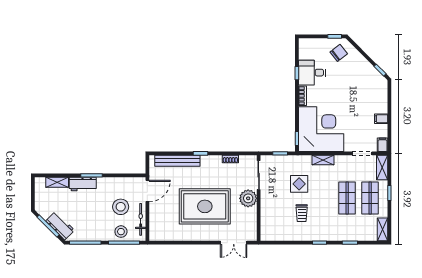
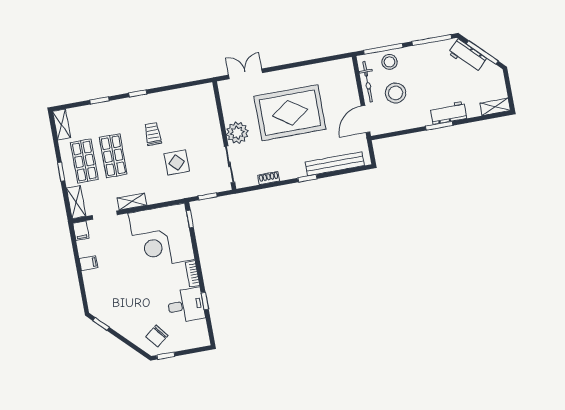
shelving: (323, 160) -> (132, 202), moved
shelving: (57, 182) -> (495, 107), moved
trolley: (302, 213) -> (153, 134), moved

